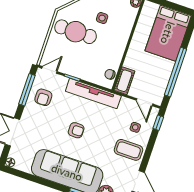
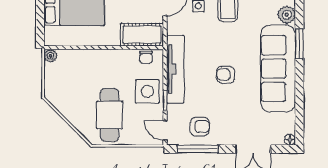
side table: (102, 18) -> (147, 91), moved, width x1.87, depth x1.87
cot: (124, 81) -> (142, 35), width x1.37, depth x1.34
armchair: (76, 130) -> (226, 75), turned -90

